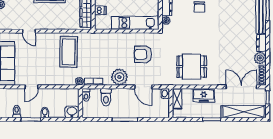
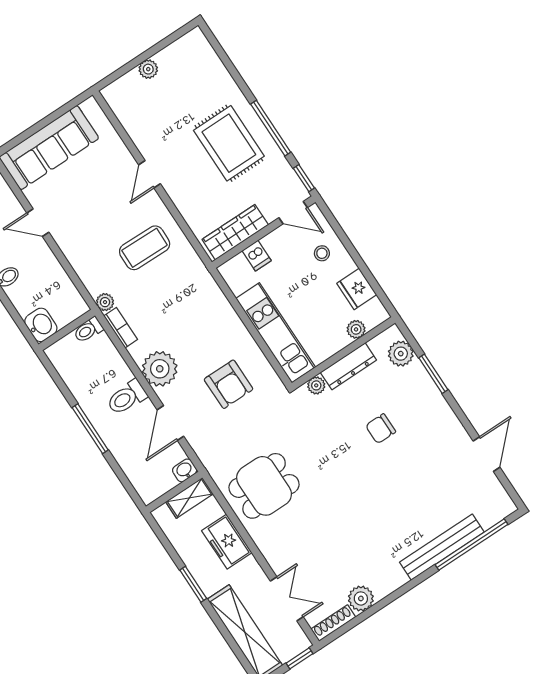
door: (29, 31) -> (149, 174), moved
dresser: (261, 43) -> (389, 583), removed
coffee table: (69, 52) -> (145, 248), width x0.73, depth x0.76
armchair: (143, 54) -> (229, 384), turned 180
dining table: (192, 67) -> (264, 486), turned 90
double door: (241, 87) -> (287, 599), width x0.73
toilet: (106, 97) -> (127, 397), moved

